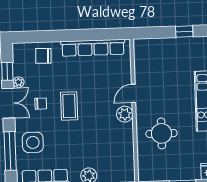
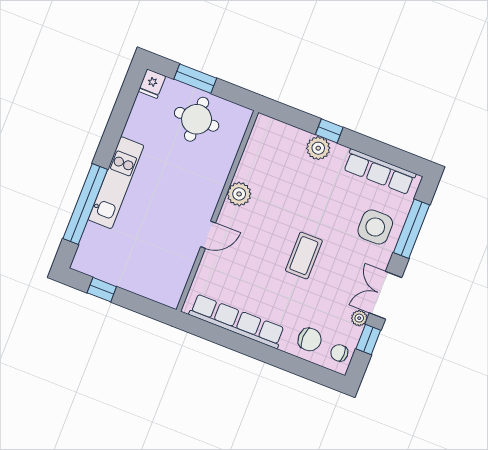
chair: (41, 104) -> (339, 353), moved
plant: (125, 114) -> (239, 194), moved
round table: (161, 133) -> (197, 119), moved

